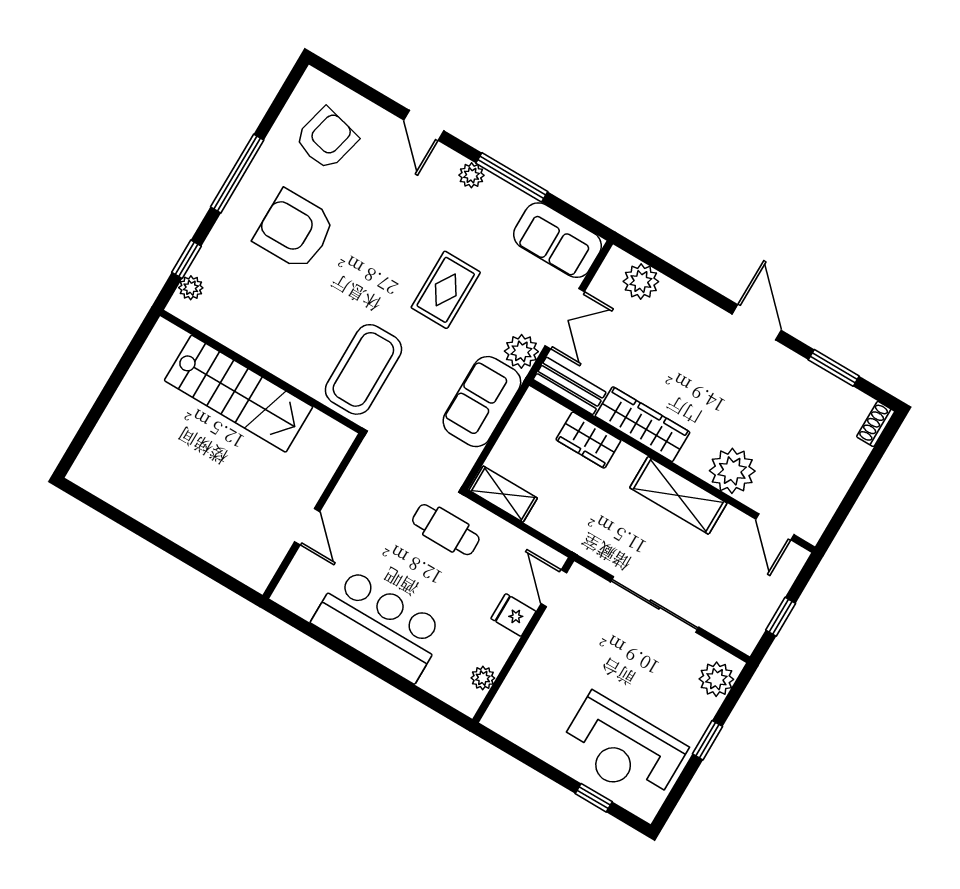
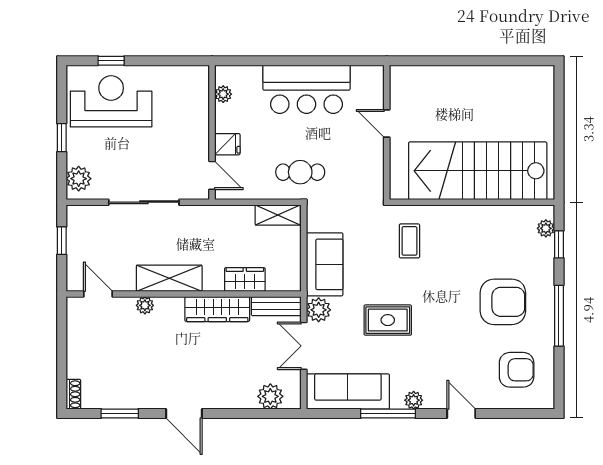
armchair: (326, 139) -> (517, 370), turned -104
sofa: (557, 240) -> (348, 392), width x1.36
rug: (446, 290) -> (388, 320), turned 90
coffee table: (363, 369) -> (409, 241), width x0.54, depth x0.58
stairs: (239, 394) -> (478, 171), width x1.36, depth x1.51
plant: (732, 471) -> (145, 305), width x0.53, depth x0.53

